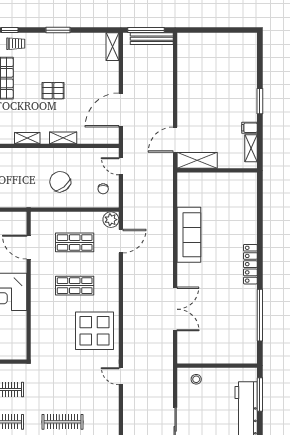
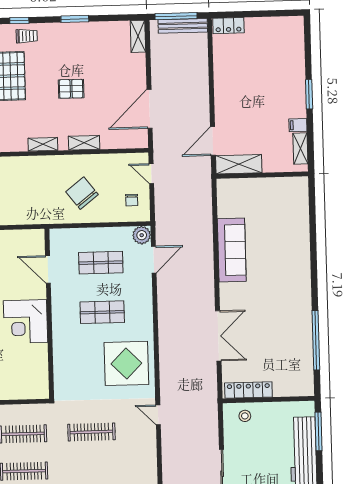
locker: (191, 39) -> (228, 26), added
locker: (250, 264) -> (248, 390), moved, turned 90
clothes rail: (62, 422) -> (91, 432), moved

